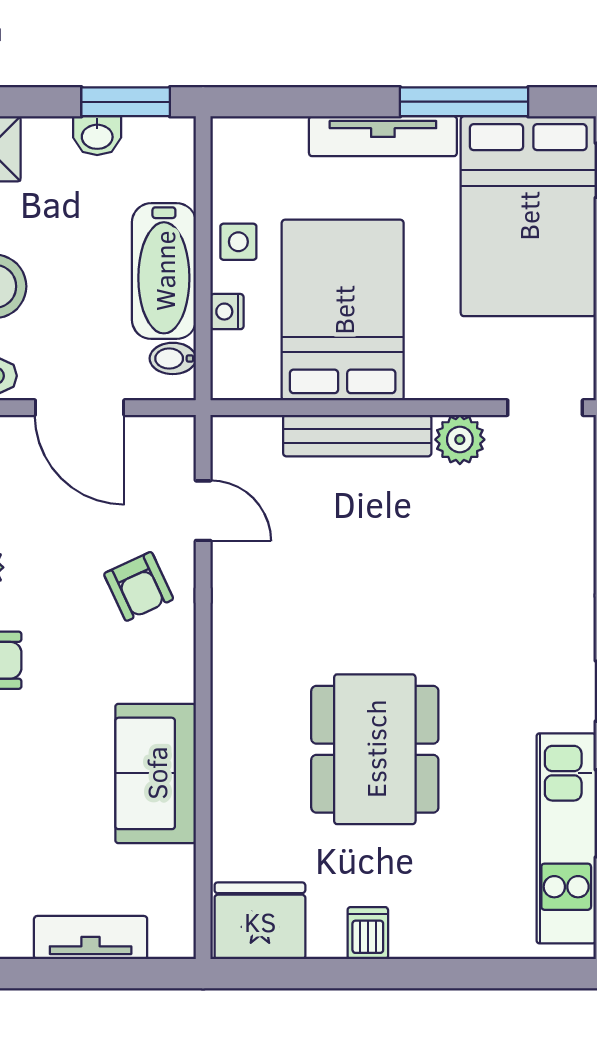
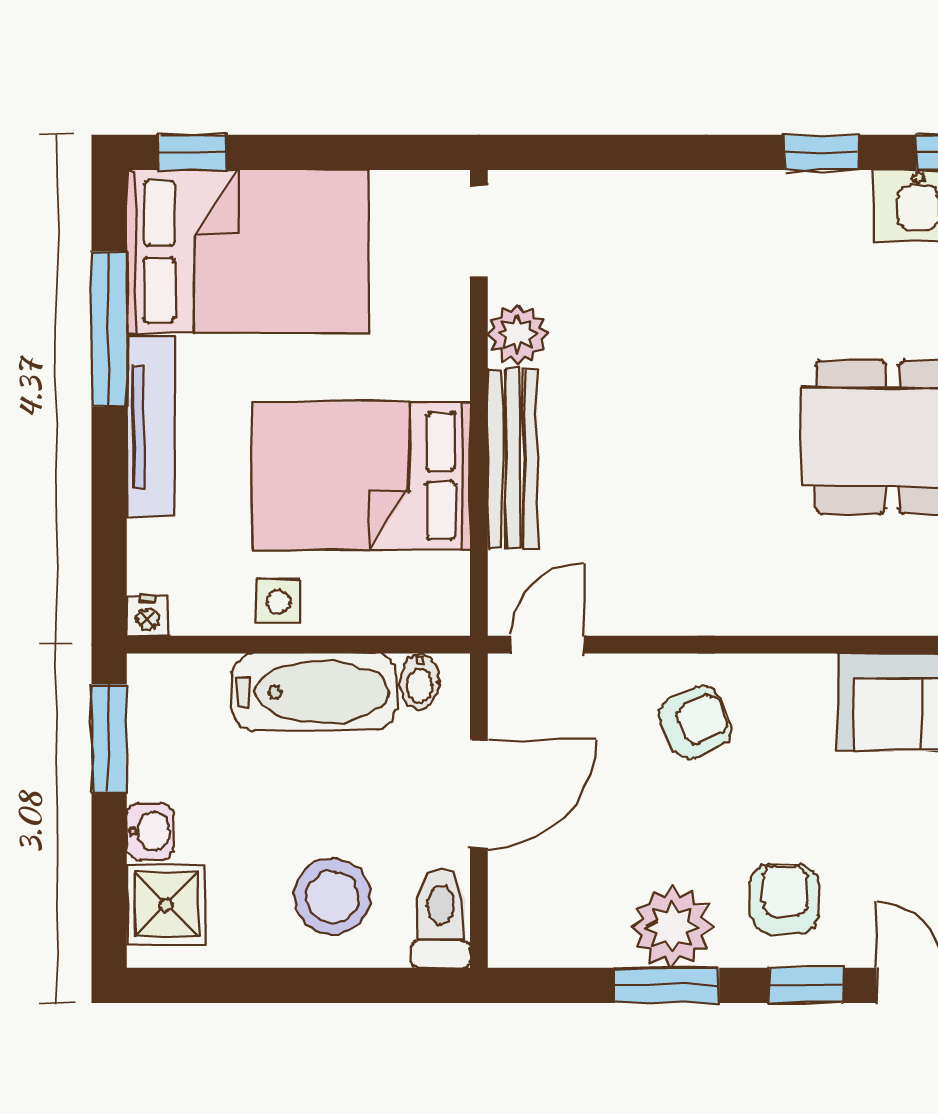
washbasin: (97, 136) -> (150, 832), moved
nightstand: (227, 312) -> (148, 616), moved
door: (203, 511) -> (547, 645), moved

